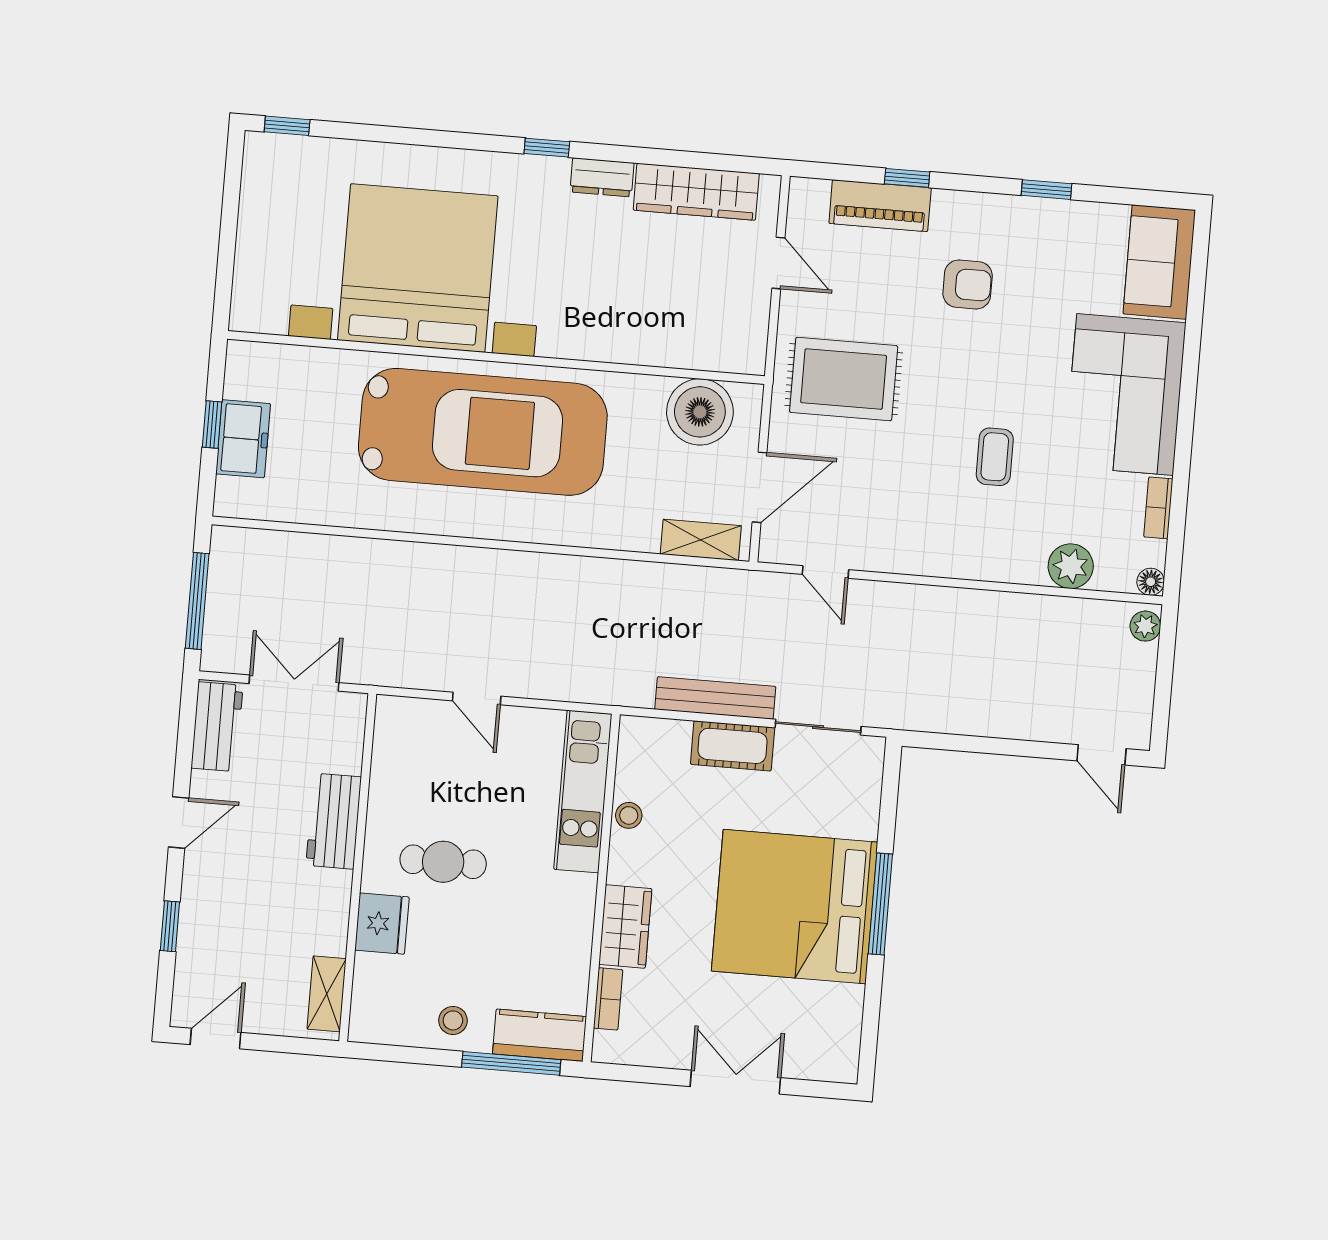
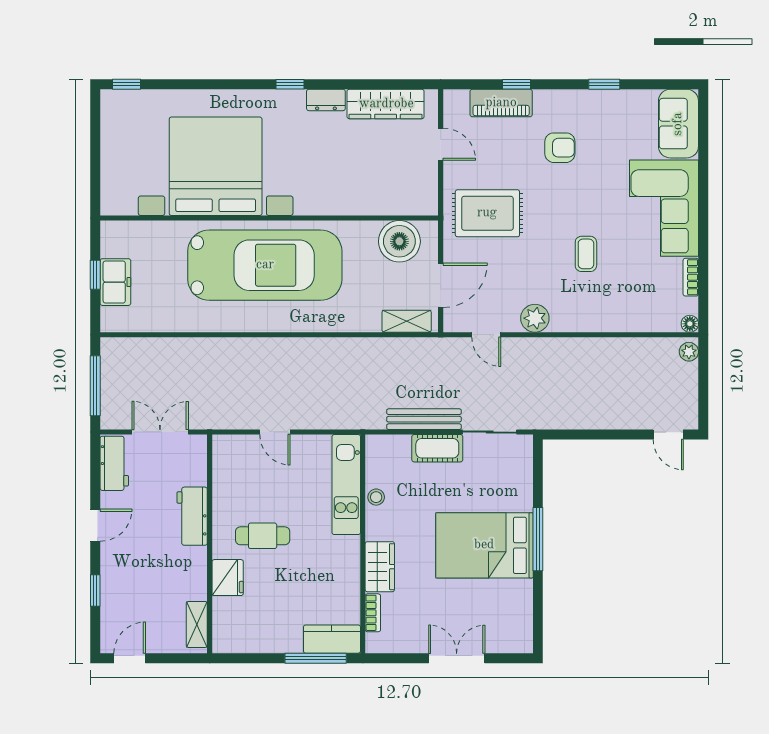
plant: (1071, 566) -> (535, 318), moved
bed: (795, 907) -> (484, 545), width x0.73
stool: (453, 1020) -> (277, 634), removed

